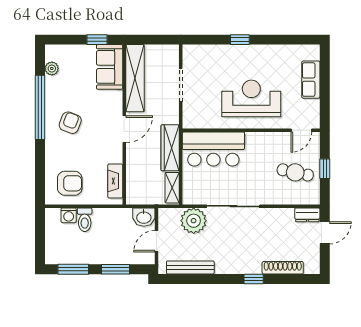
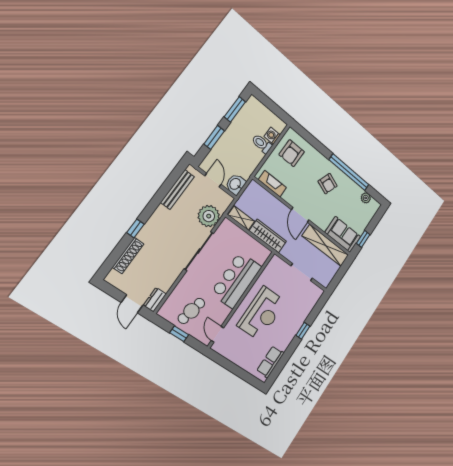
row of seats: (311, 80) -> (270, 362), moved, turned -90
bar counter: (213, 149) -> (236, 280), moved

